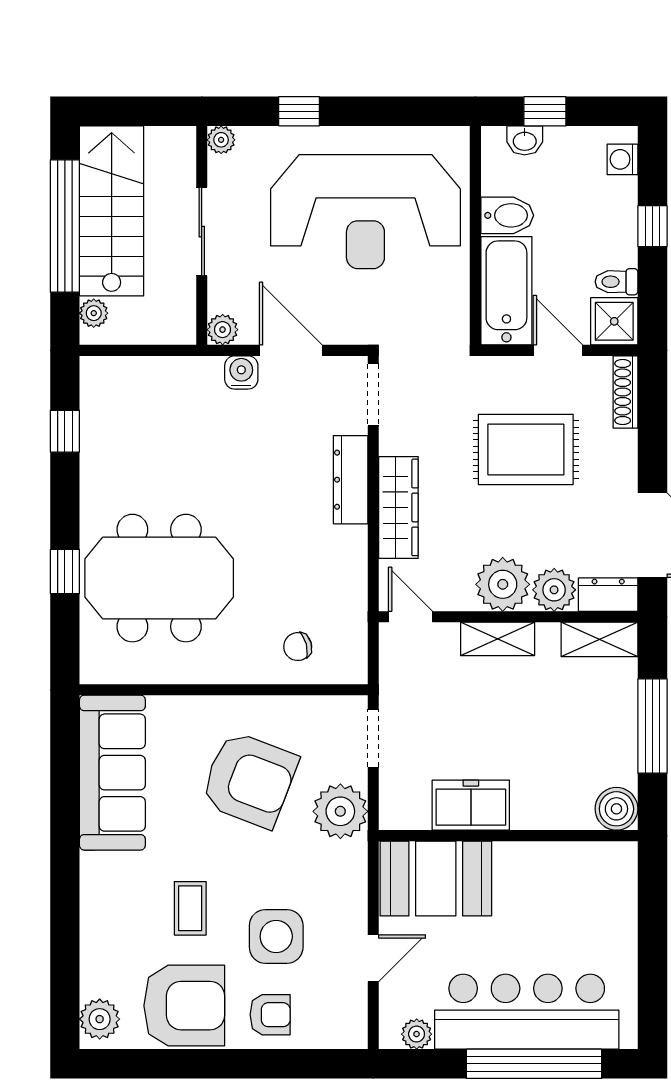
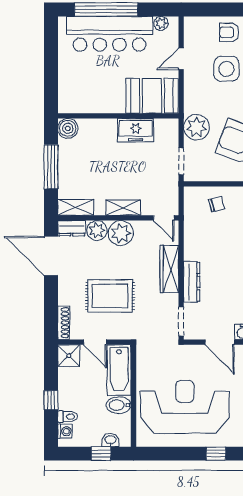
toilet: (617, 282) -> (68, 417), moved

